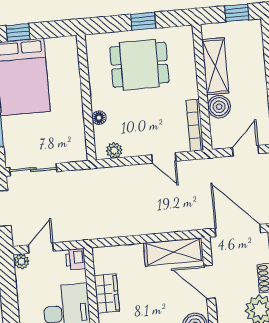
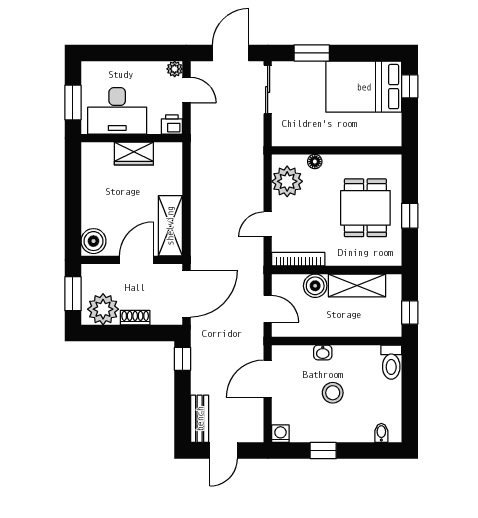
plant: (114, 150) -> (287, 181), width x1.87, depth x1.87

